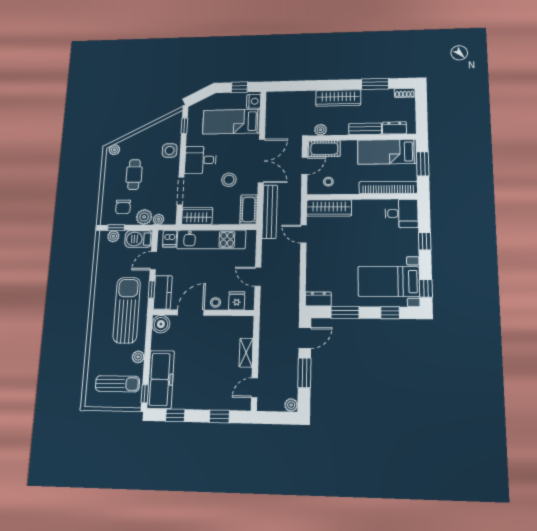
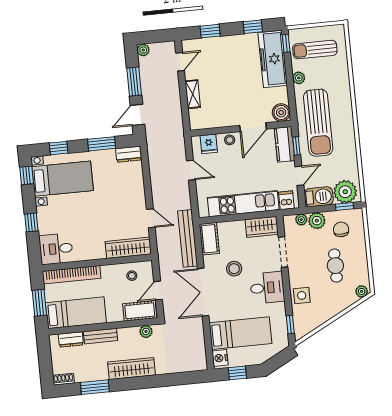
plant: (113, 236) -> (345, 192), width x1.88, depth x1.88

